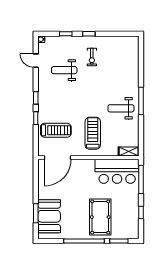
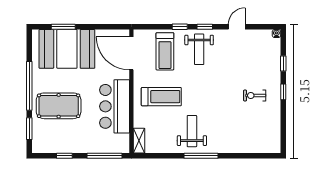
door: (36, 61) -> (237, 27), moved
weight bench: (64, 70) -> (199, 49), moved, turned 180
bar counter: (117, 171) -> (115, 106), moved
booth: (49, 216) -> (67, 49), width x1.36, depth x1.42

